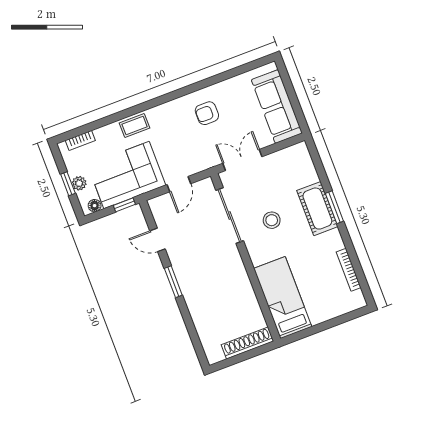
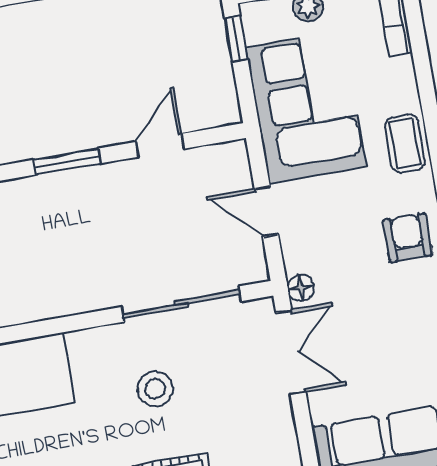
armchair: (207, 113) -> (408, 238), moved
window: (124, 205) -> (236, 39), moved
floor lamp: (95, 206) -> (301, 288), moved

